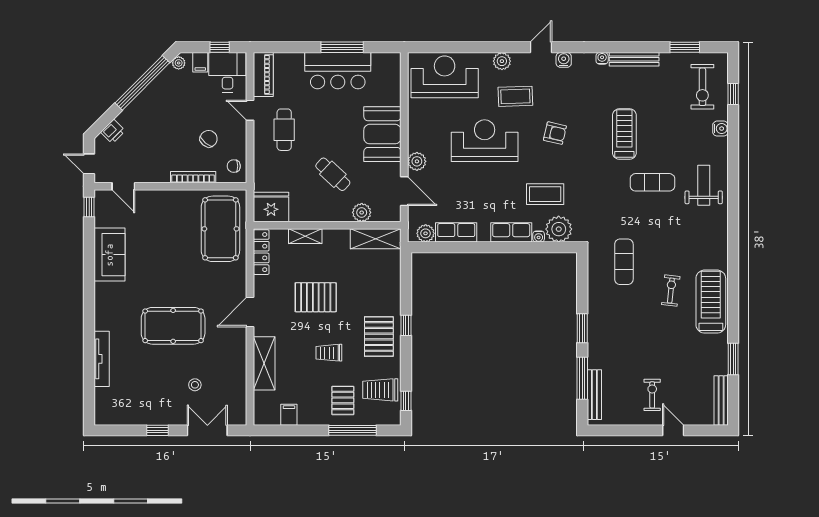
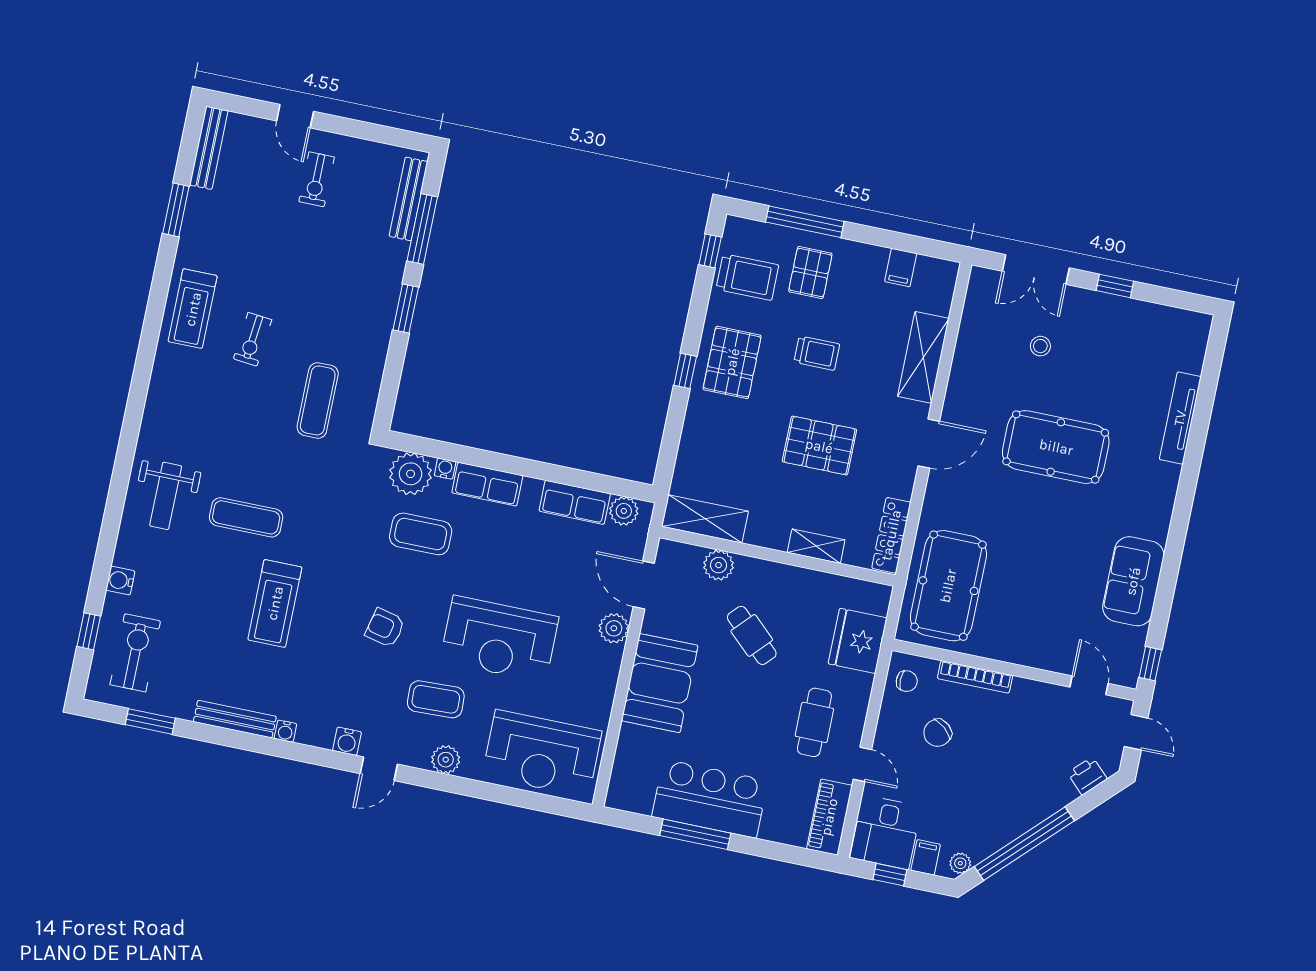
fridge: (271, 207) -> (858, 641), moved, turned 90
treadmill: (711, 302) -> (193, 309), width x0.73, depth x0.73

